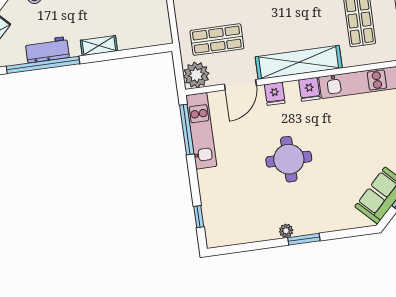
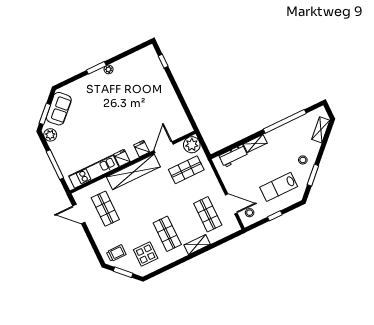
workbench: (47, 50) -> (233, 156), moved
window: (187, 130) -> (187, 110), removed
kitchen unit: (201, 131) -> (178, 113), removed
round table: (289, 159) -> (121, 112), removed

